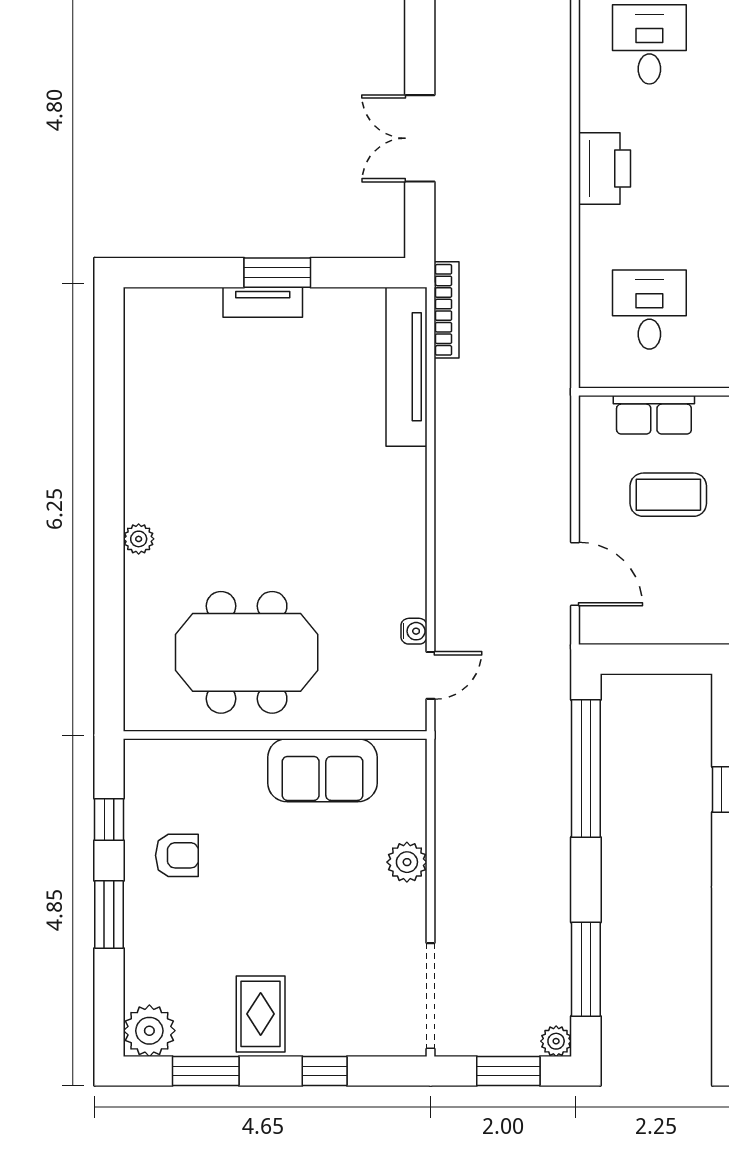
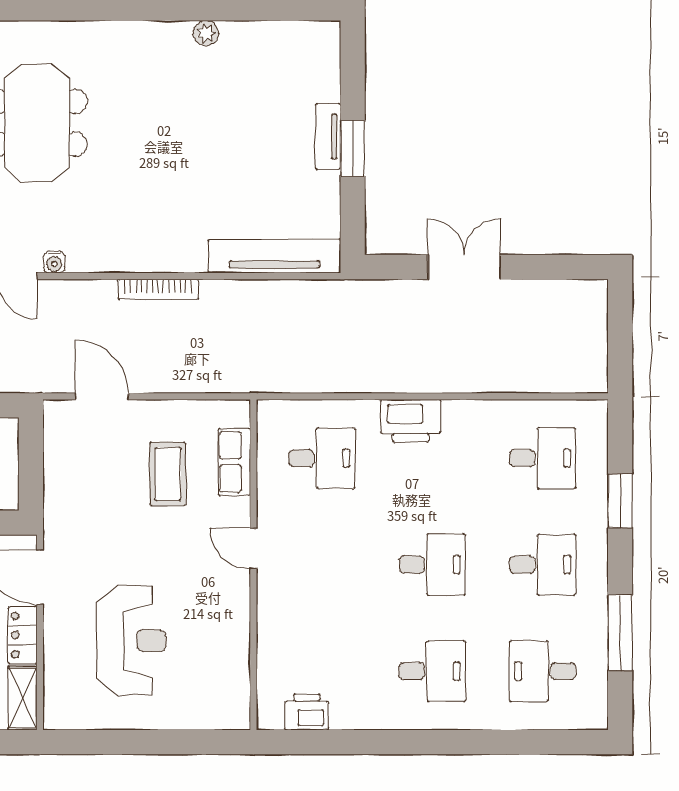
printer: (604, 168) -> (411, 421), moved
bookcase: (447, 310) -> (158, 289), moved
plant: (139, 539) -> (206, 33), moved
door: (575, 574) -> (102, 396), swing flipped

